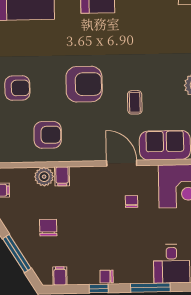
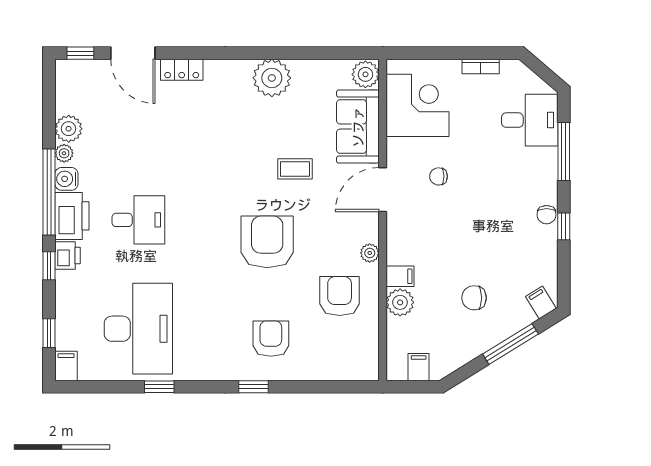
plant: (78, 155) -> (370, 253), added
filing cabinet: (60, 276) -> (541, 302), moved, turned 58

